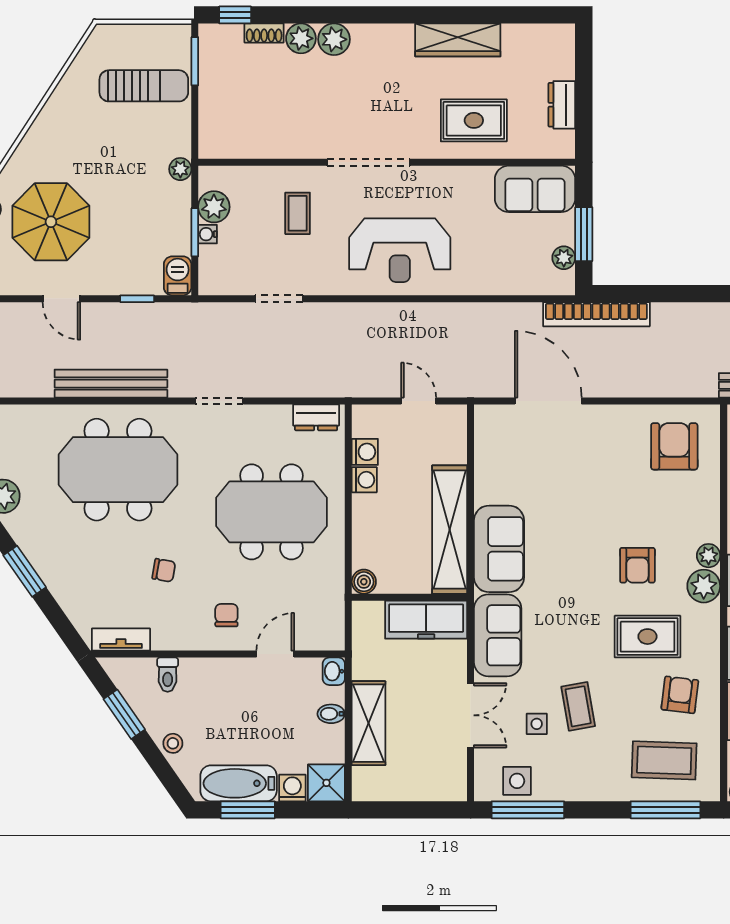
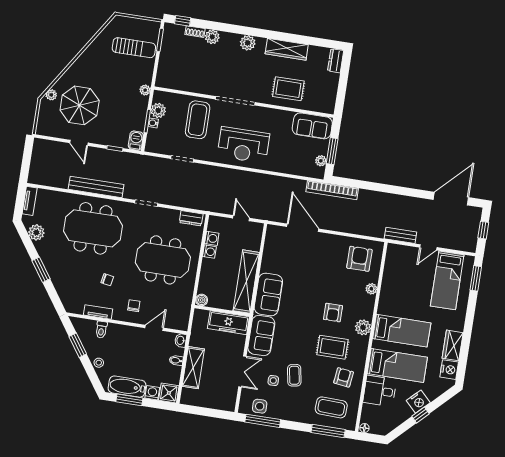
plant: (334, 39) -> (248, 43), moved
dresser: (562, 105) -> (336, 61), moved
coffee table: (298, 213) -> (198, 120), width x1.86, depth x1.72
plant: (709, 556) -> (371, 289), moved
tv unit: (121, 640) -> (98, 312), moved

